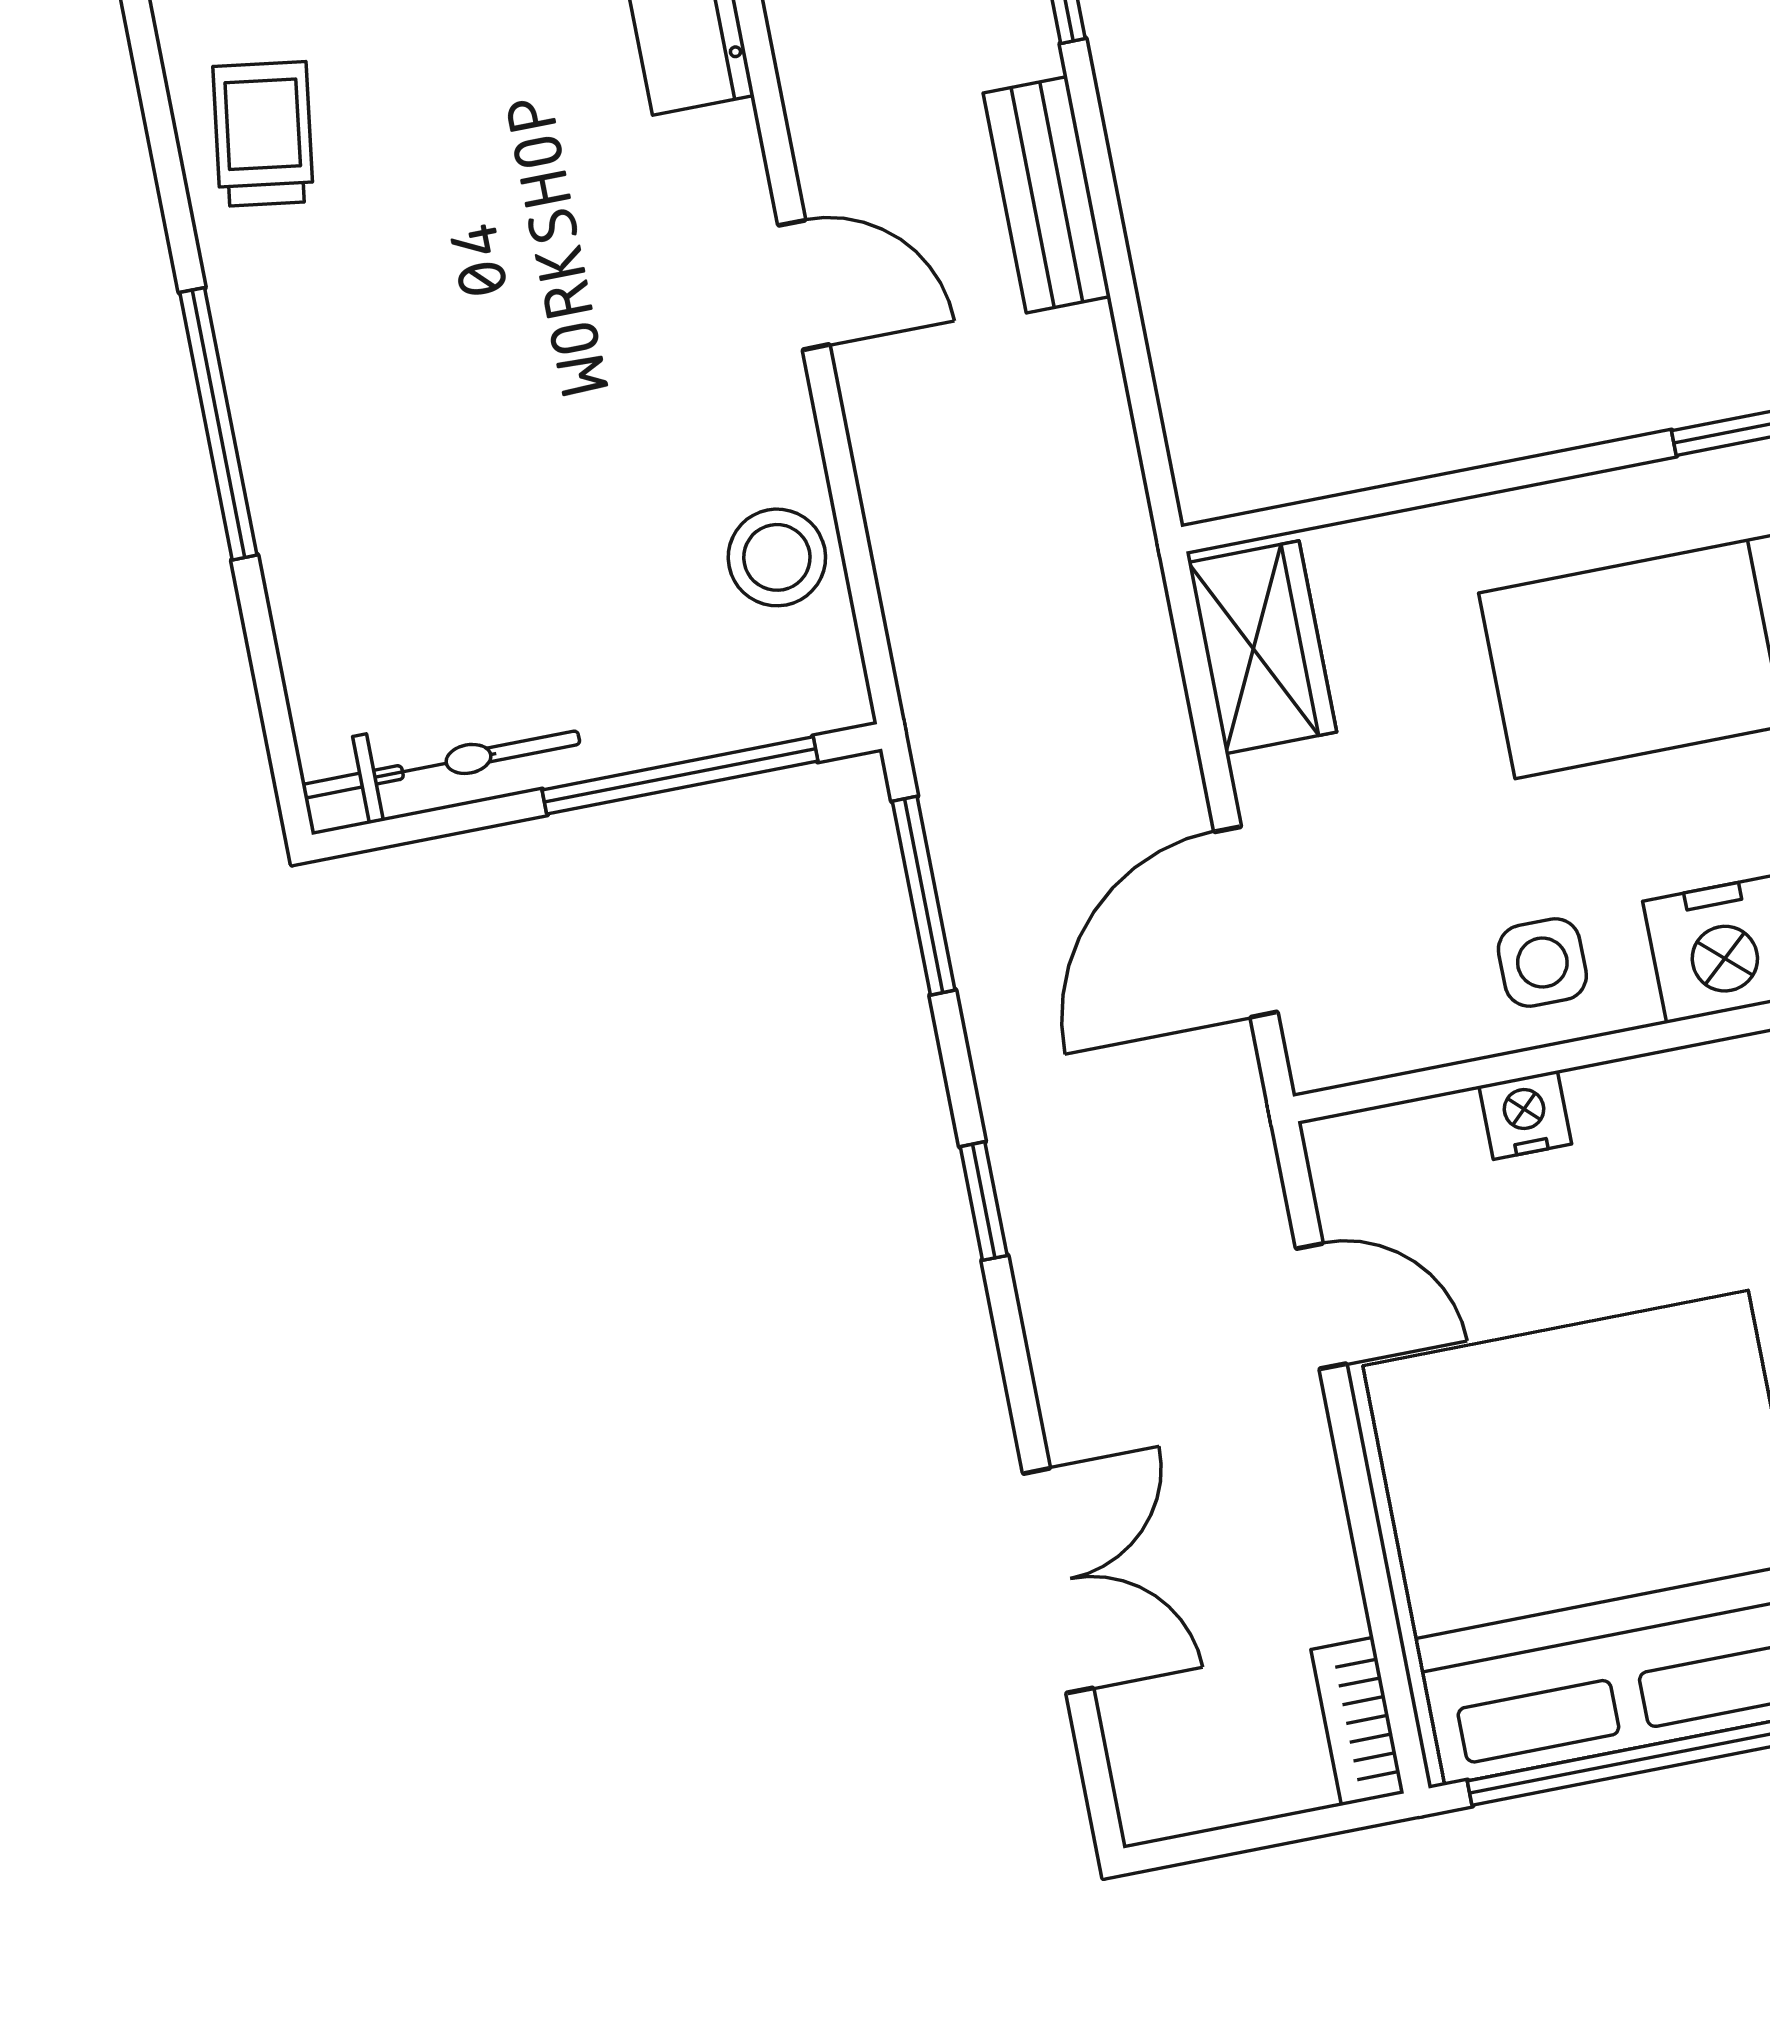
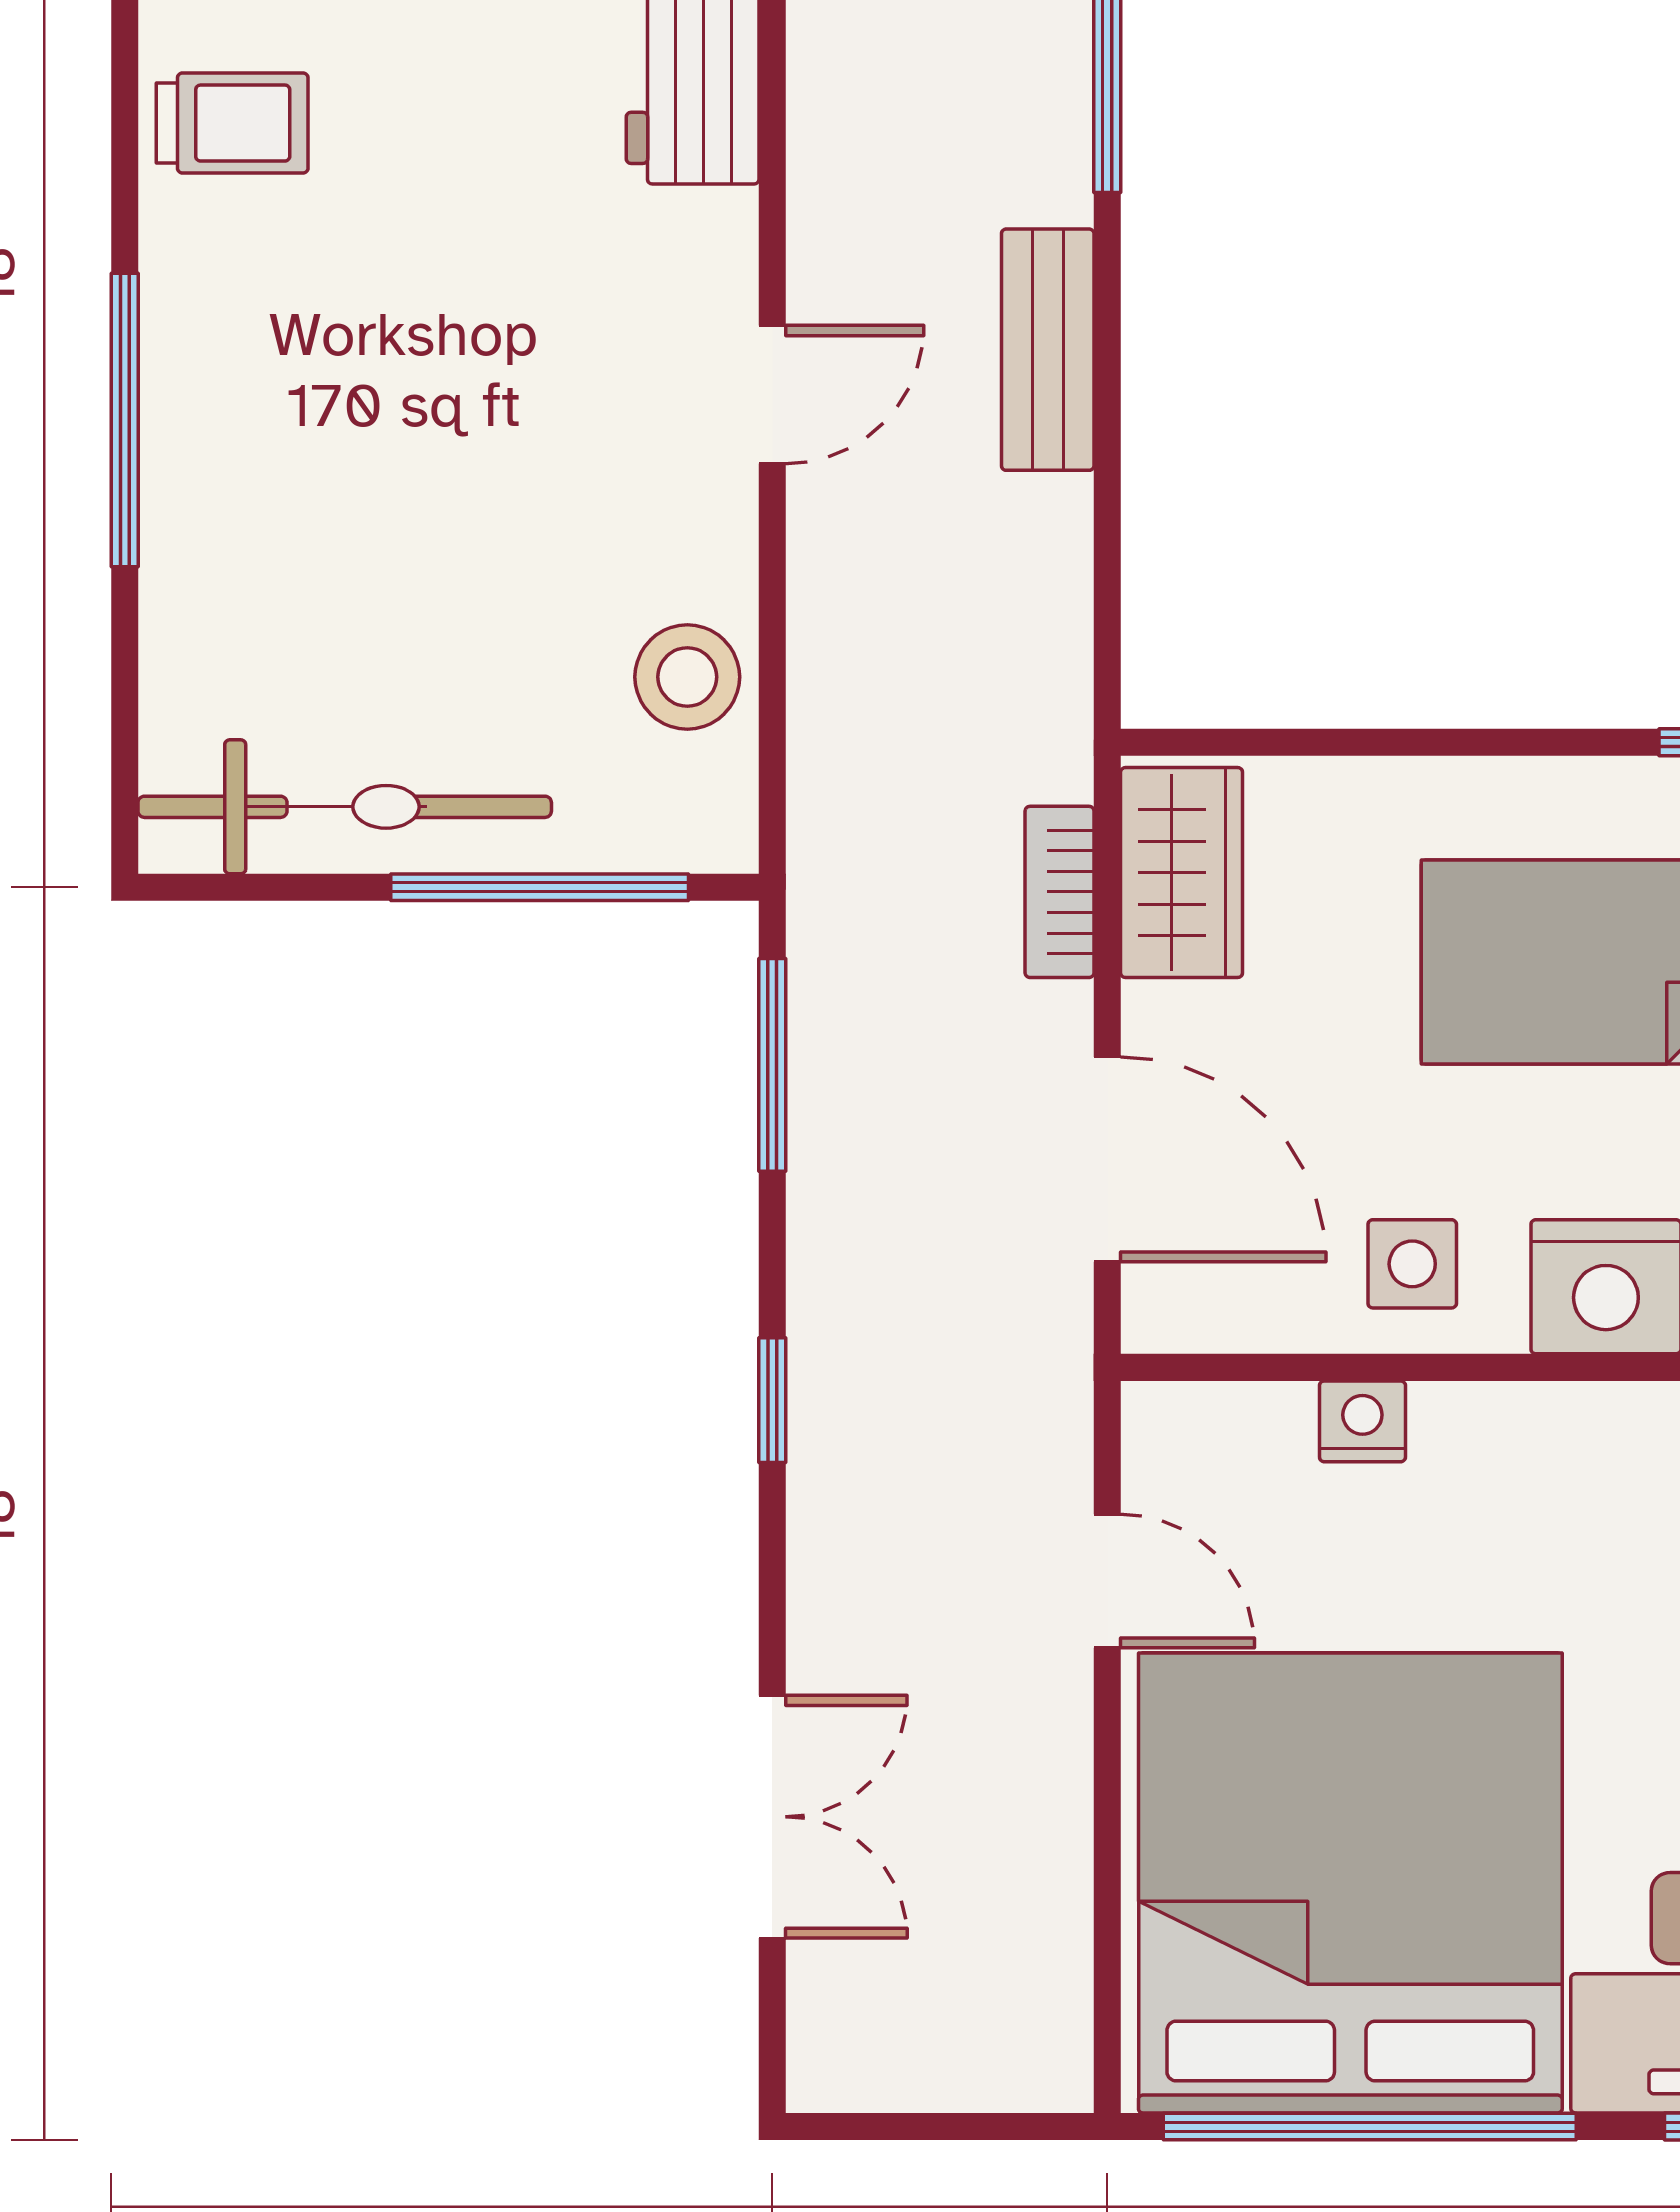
trolley: (263, 134) -> (232, 123), turned 82
door: (804, 285) -> (772, 395), hinge flipped
bicycle: (441, 764) -> (345, 807), width x1.37, depth x1.40
door: (1246, 922) -> (1107, 1159), swing flipped
bookcase: (1358, 1721) -> (1060, 892), moved

